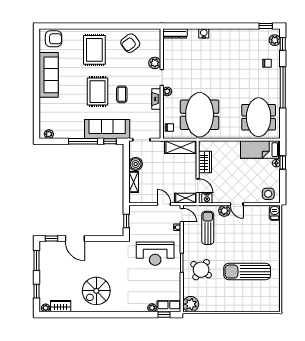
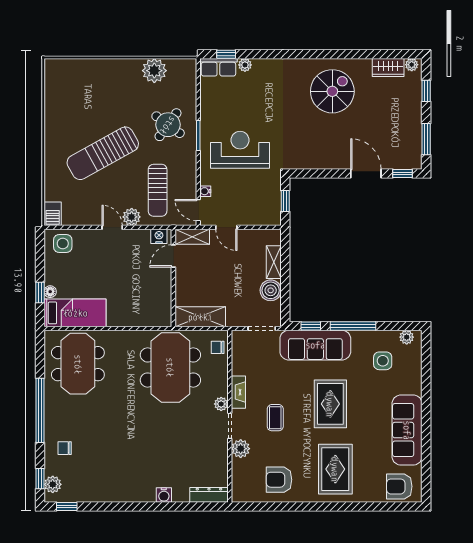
armchair: (130, 43) -> (279, 480), turned -143
coffee table: (122, 94) -> (275, 418), moved
side table: (64, 119) -> (383, 361), added
wardrobe: (205, 162) -> (162, 293), removed
door: (198, 186) -> (173, 256), hinge flipped
sun lounger: (247, 272) -> (103, 153), moved, turned 151
plant: (191, 304) -> (154, 71), moved

